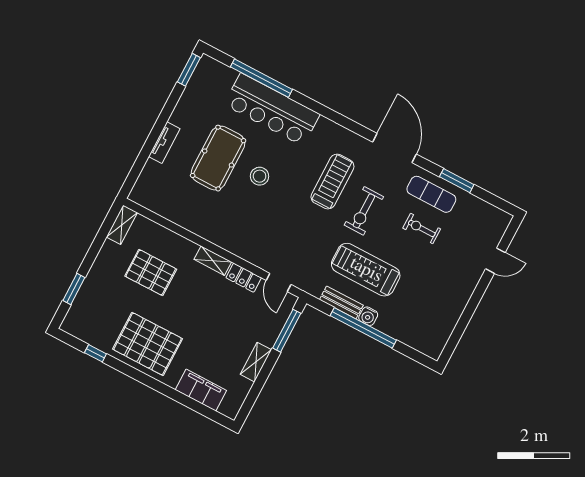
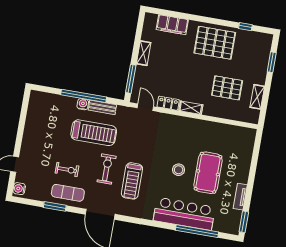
tv unit: (164, 143) -> (240, 197), moved
water cooler: (500, 223) -> (19, 189), added
shelving: (122, 225) -> (257, 97), moved

